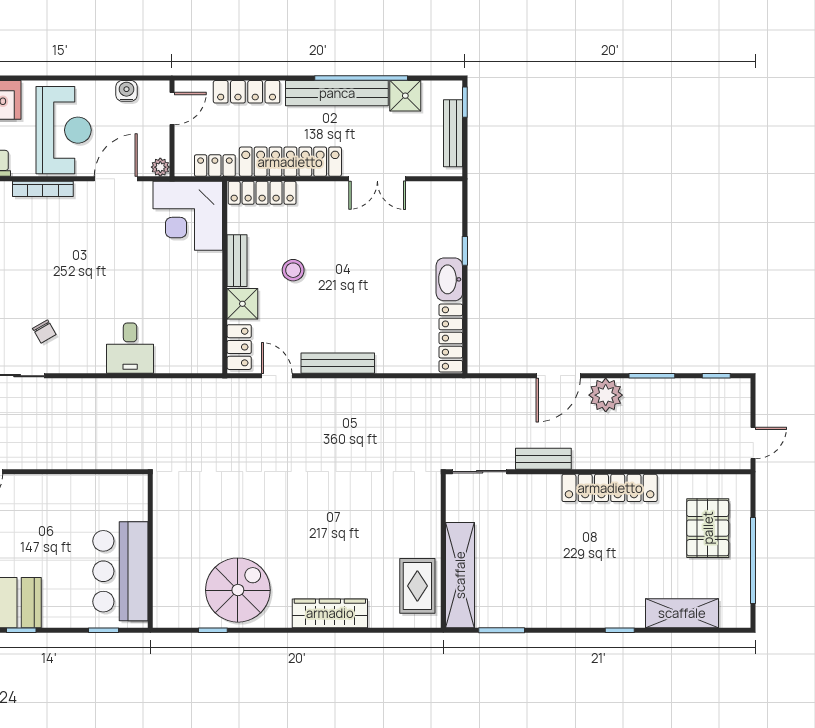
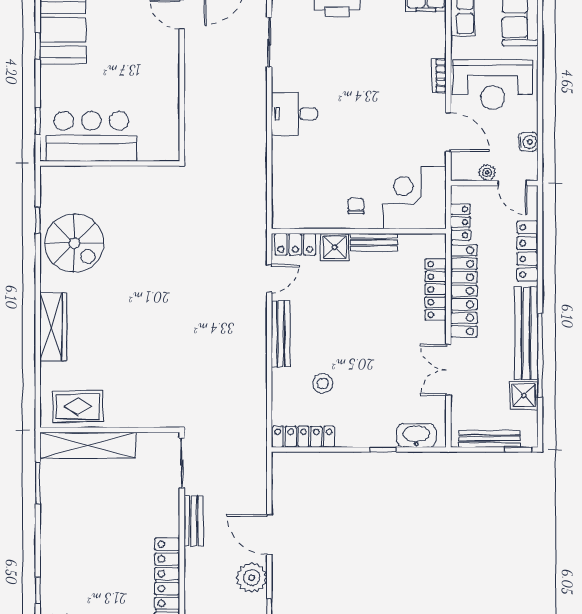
plant: (160, 167) -> (487, 173), moved
bookcase: (43, 189) -> (439, 76), width x0.64
locker: (262, 193) -> (436, 289), moved
stool: (293, 270) -> (323, 383), moved
washbasin: (449, 279) -> (416, 435), moved
chair: (44, 331) -> (356, 206), moved, turned 120
desk: (130, 348) -> (294, 114), moved

